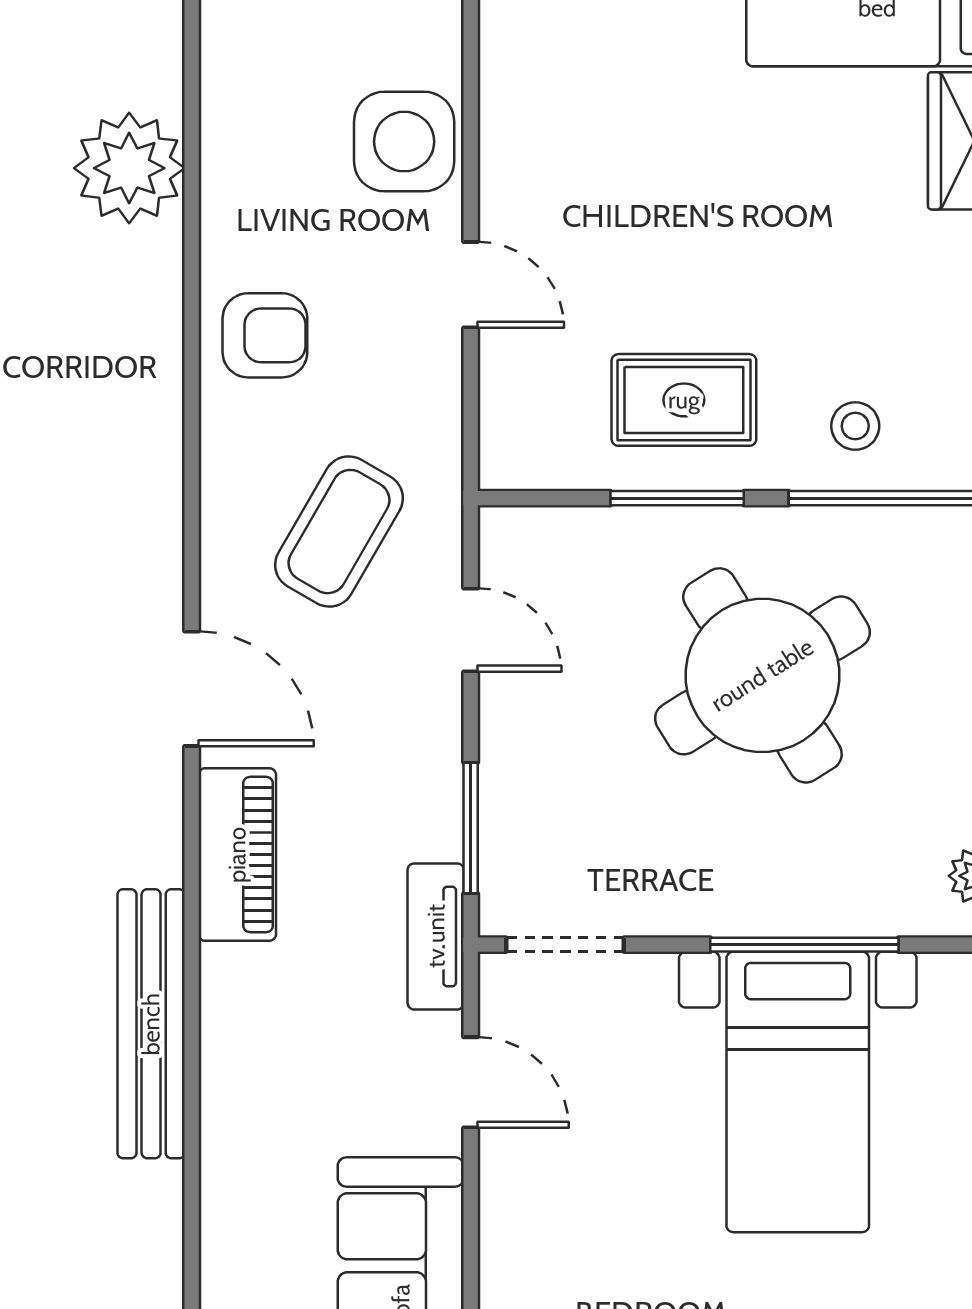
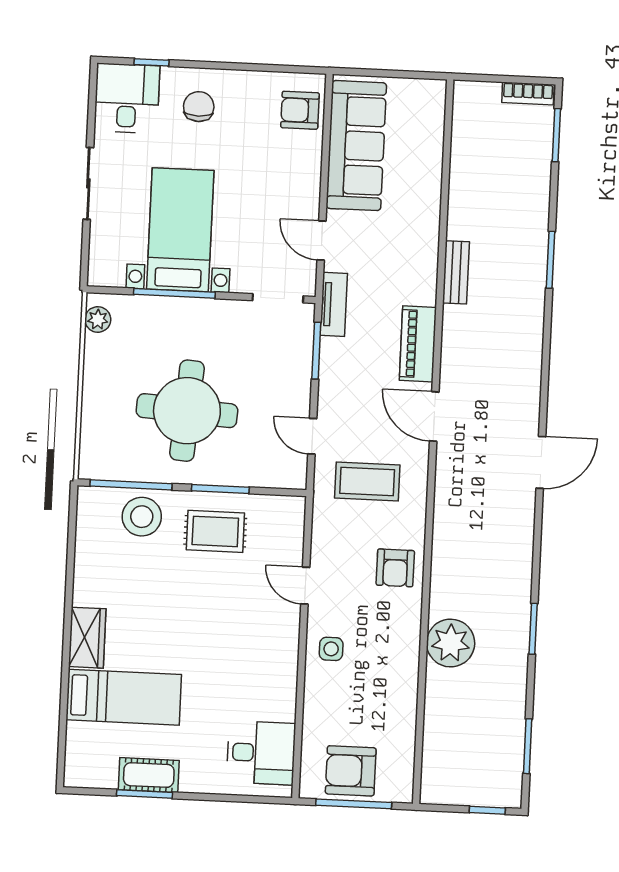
side table: (404, 142) -> (331, 649), width x0.54, depth x0.54
armchair: (265, 335) -> (395, 568), turned -90
stool: (855, 426) -> (142, 517), width x1.89, depth x1.89
coffee table: (339, 532) -> (367, 482), turned 60
round table: (762, 675) -> (187, 411), turned 36
bench: (151, 1024) -> (456, 272), width x0.54, depth x0.82

